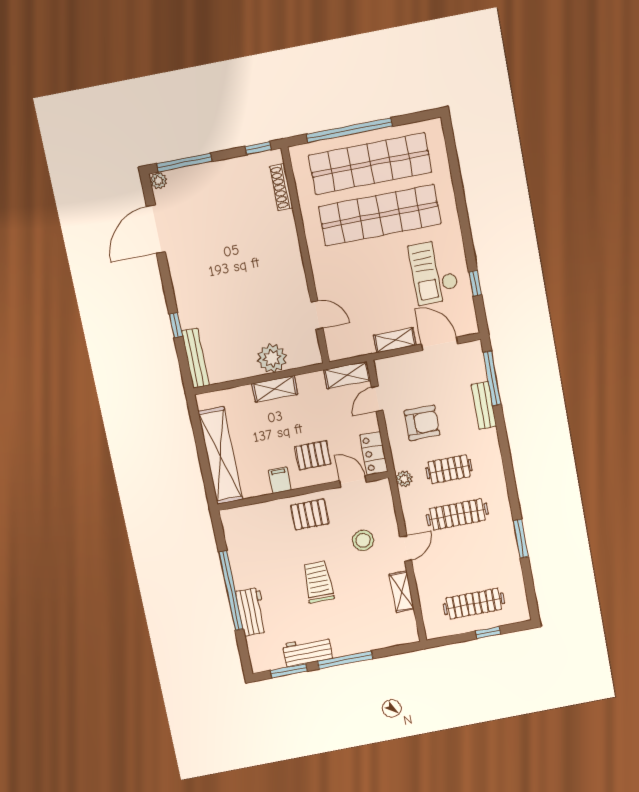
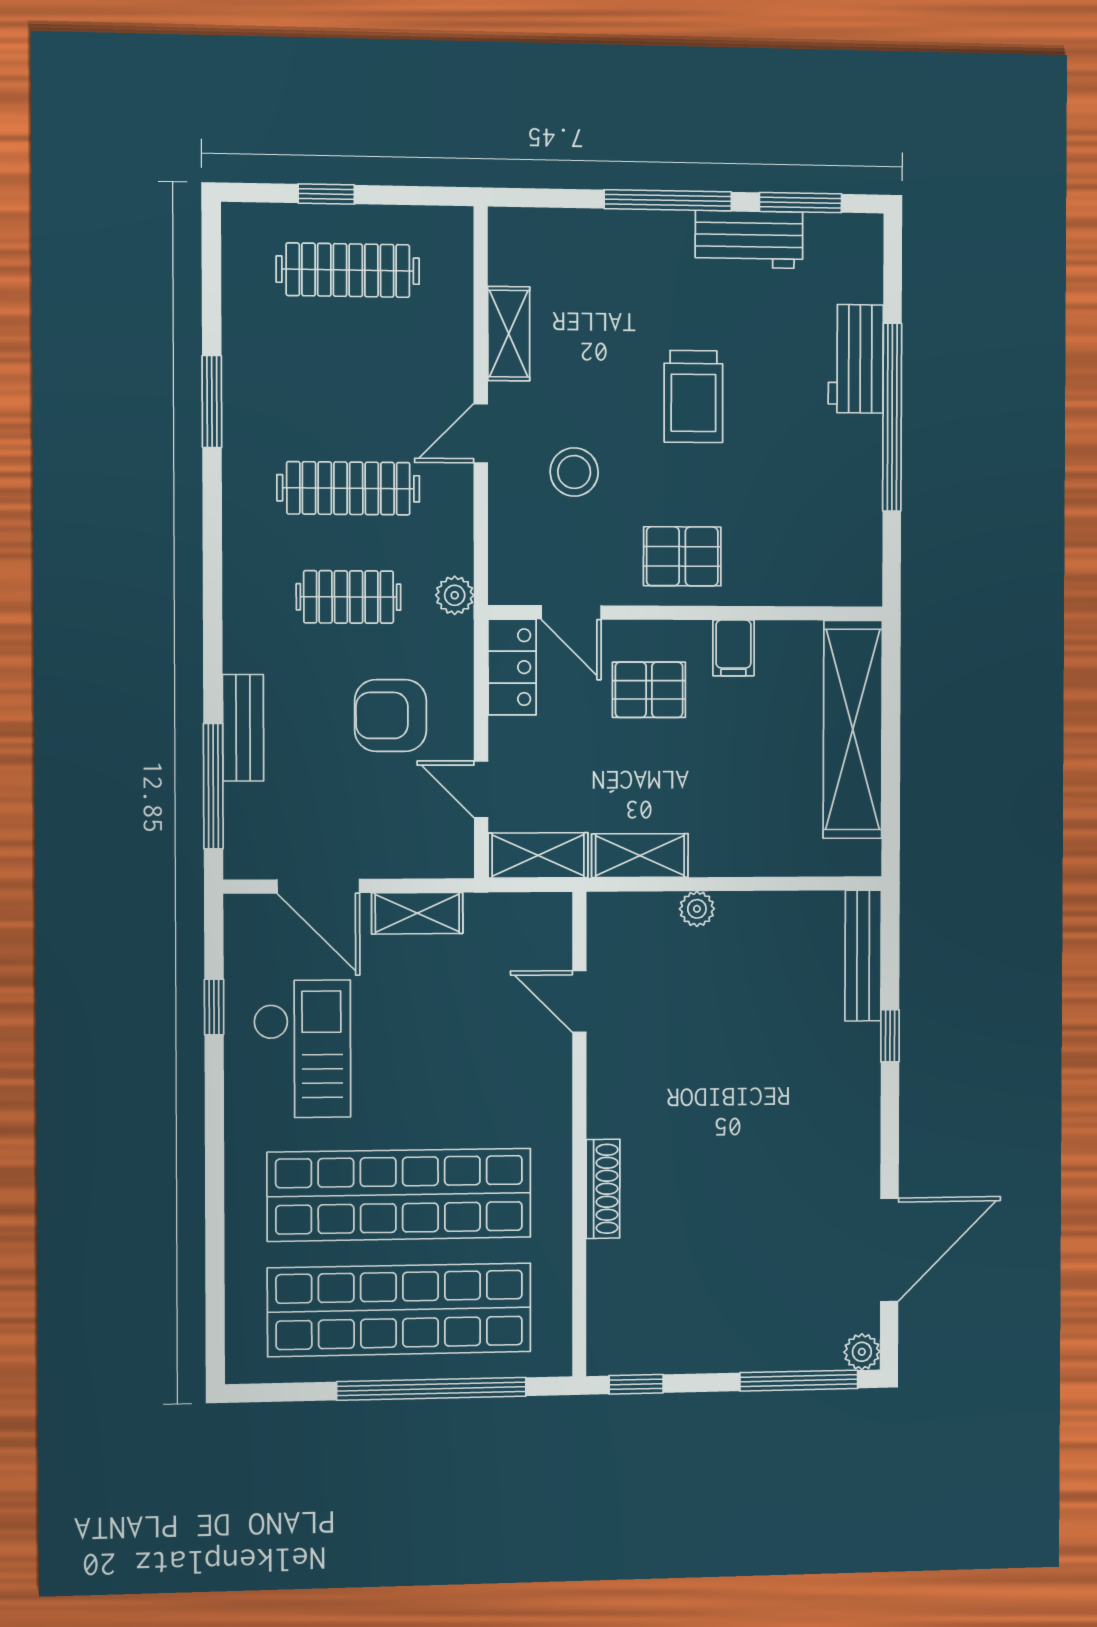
shoe rack: (281, 187) -> (603, 1189), moved
plant: (272, 358) -> (697, 909), width x0.53, depth x0.53
shelving: (275, 389) -> (640, 856), moved
door: (377, 399) -> (481, 789), swing flipped

